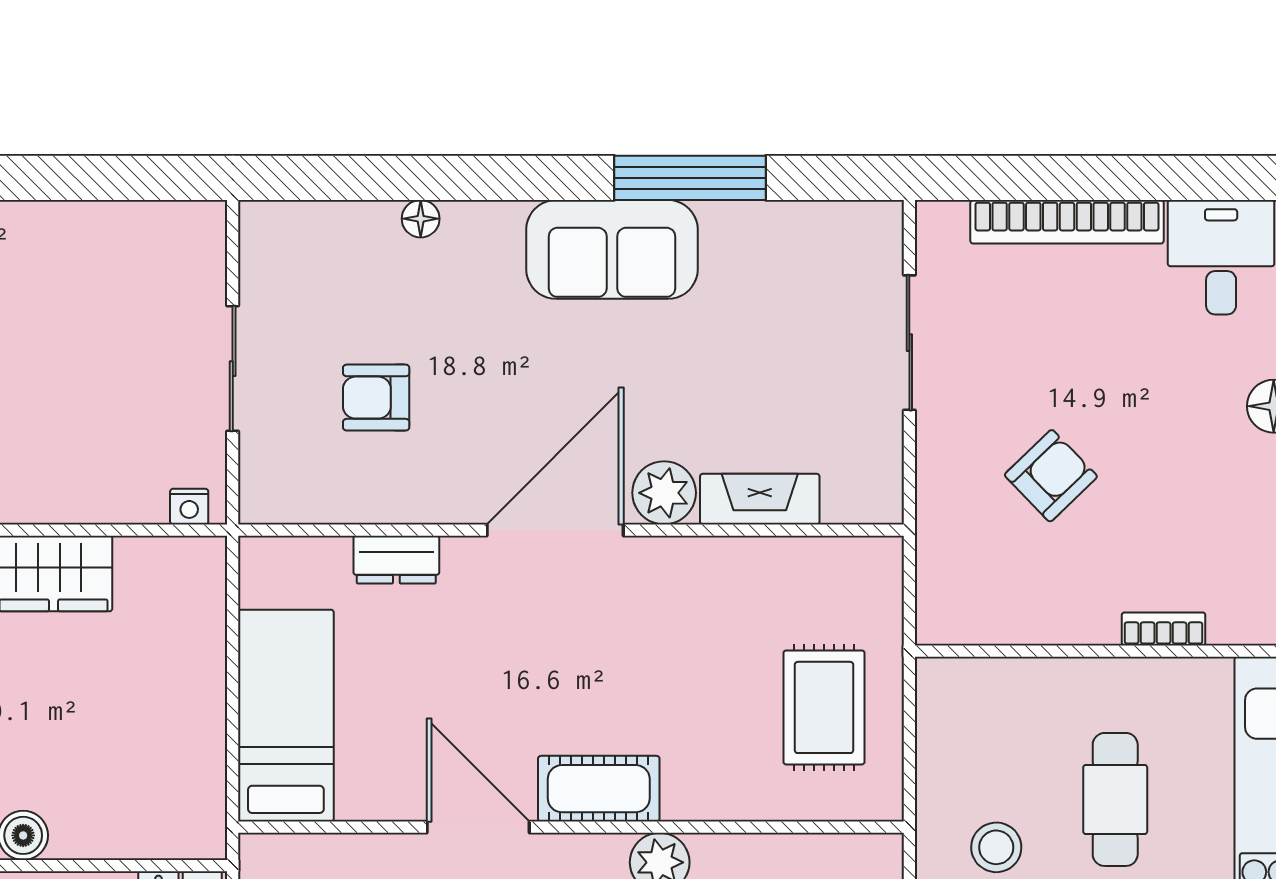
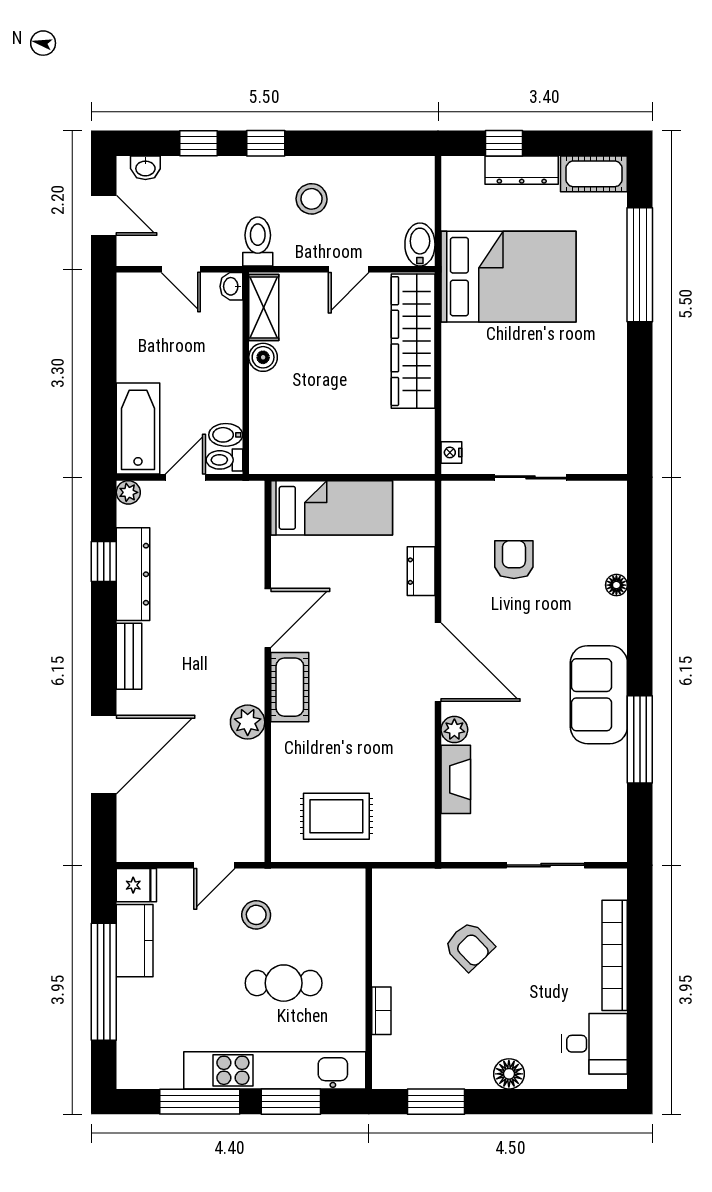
plant: (664, 493) -> (454, 730), width x0.73, depth x0.73

